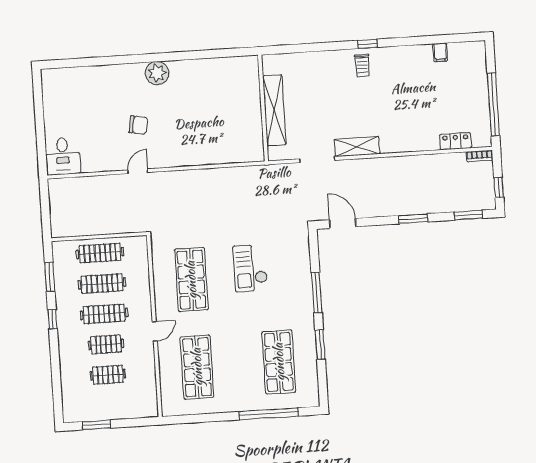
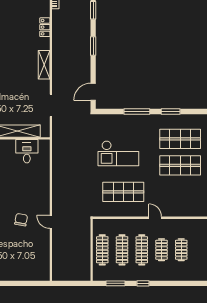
locker: (455, 141) -> (45, 27), moved
shelving: (357, 147) -> (44, 65), moved
desk: (63, 156) -> (27, 151), moved, turned -90
checkout: (250, 268) -> (118, 153), width x1.36, depth x1.21
shop shelf: (197, 367) -> (180, 165), moved

